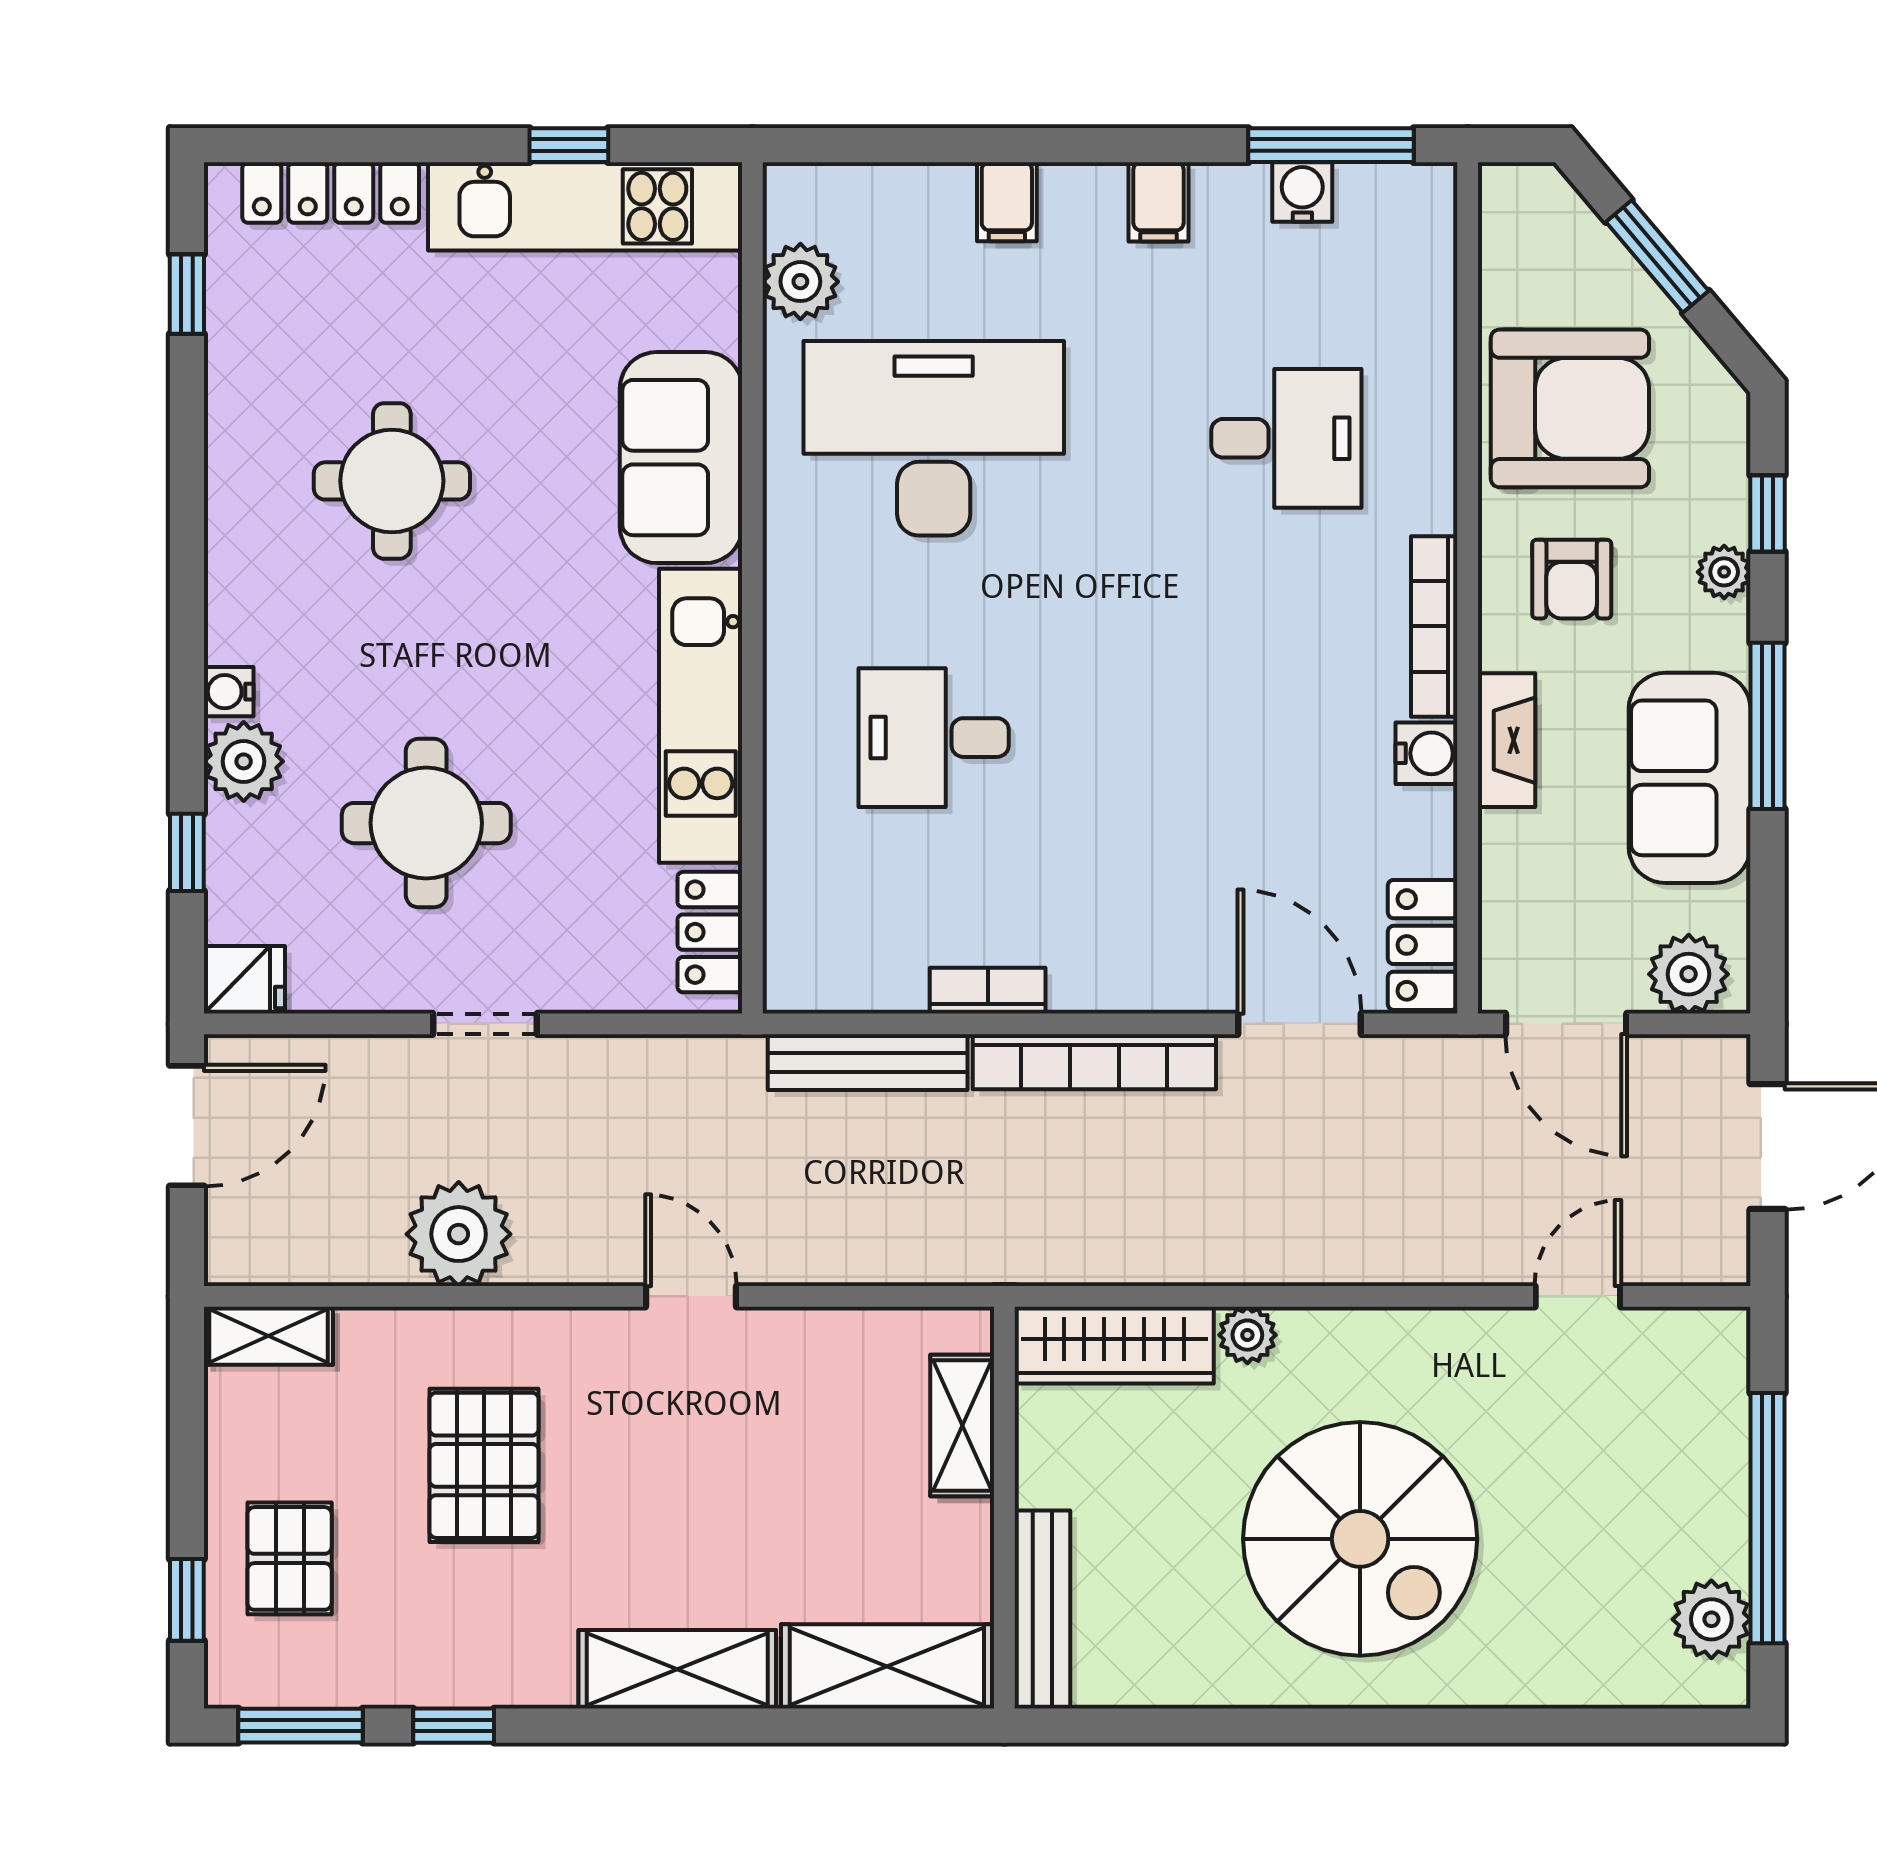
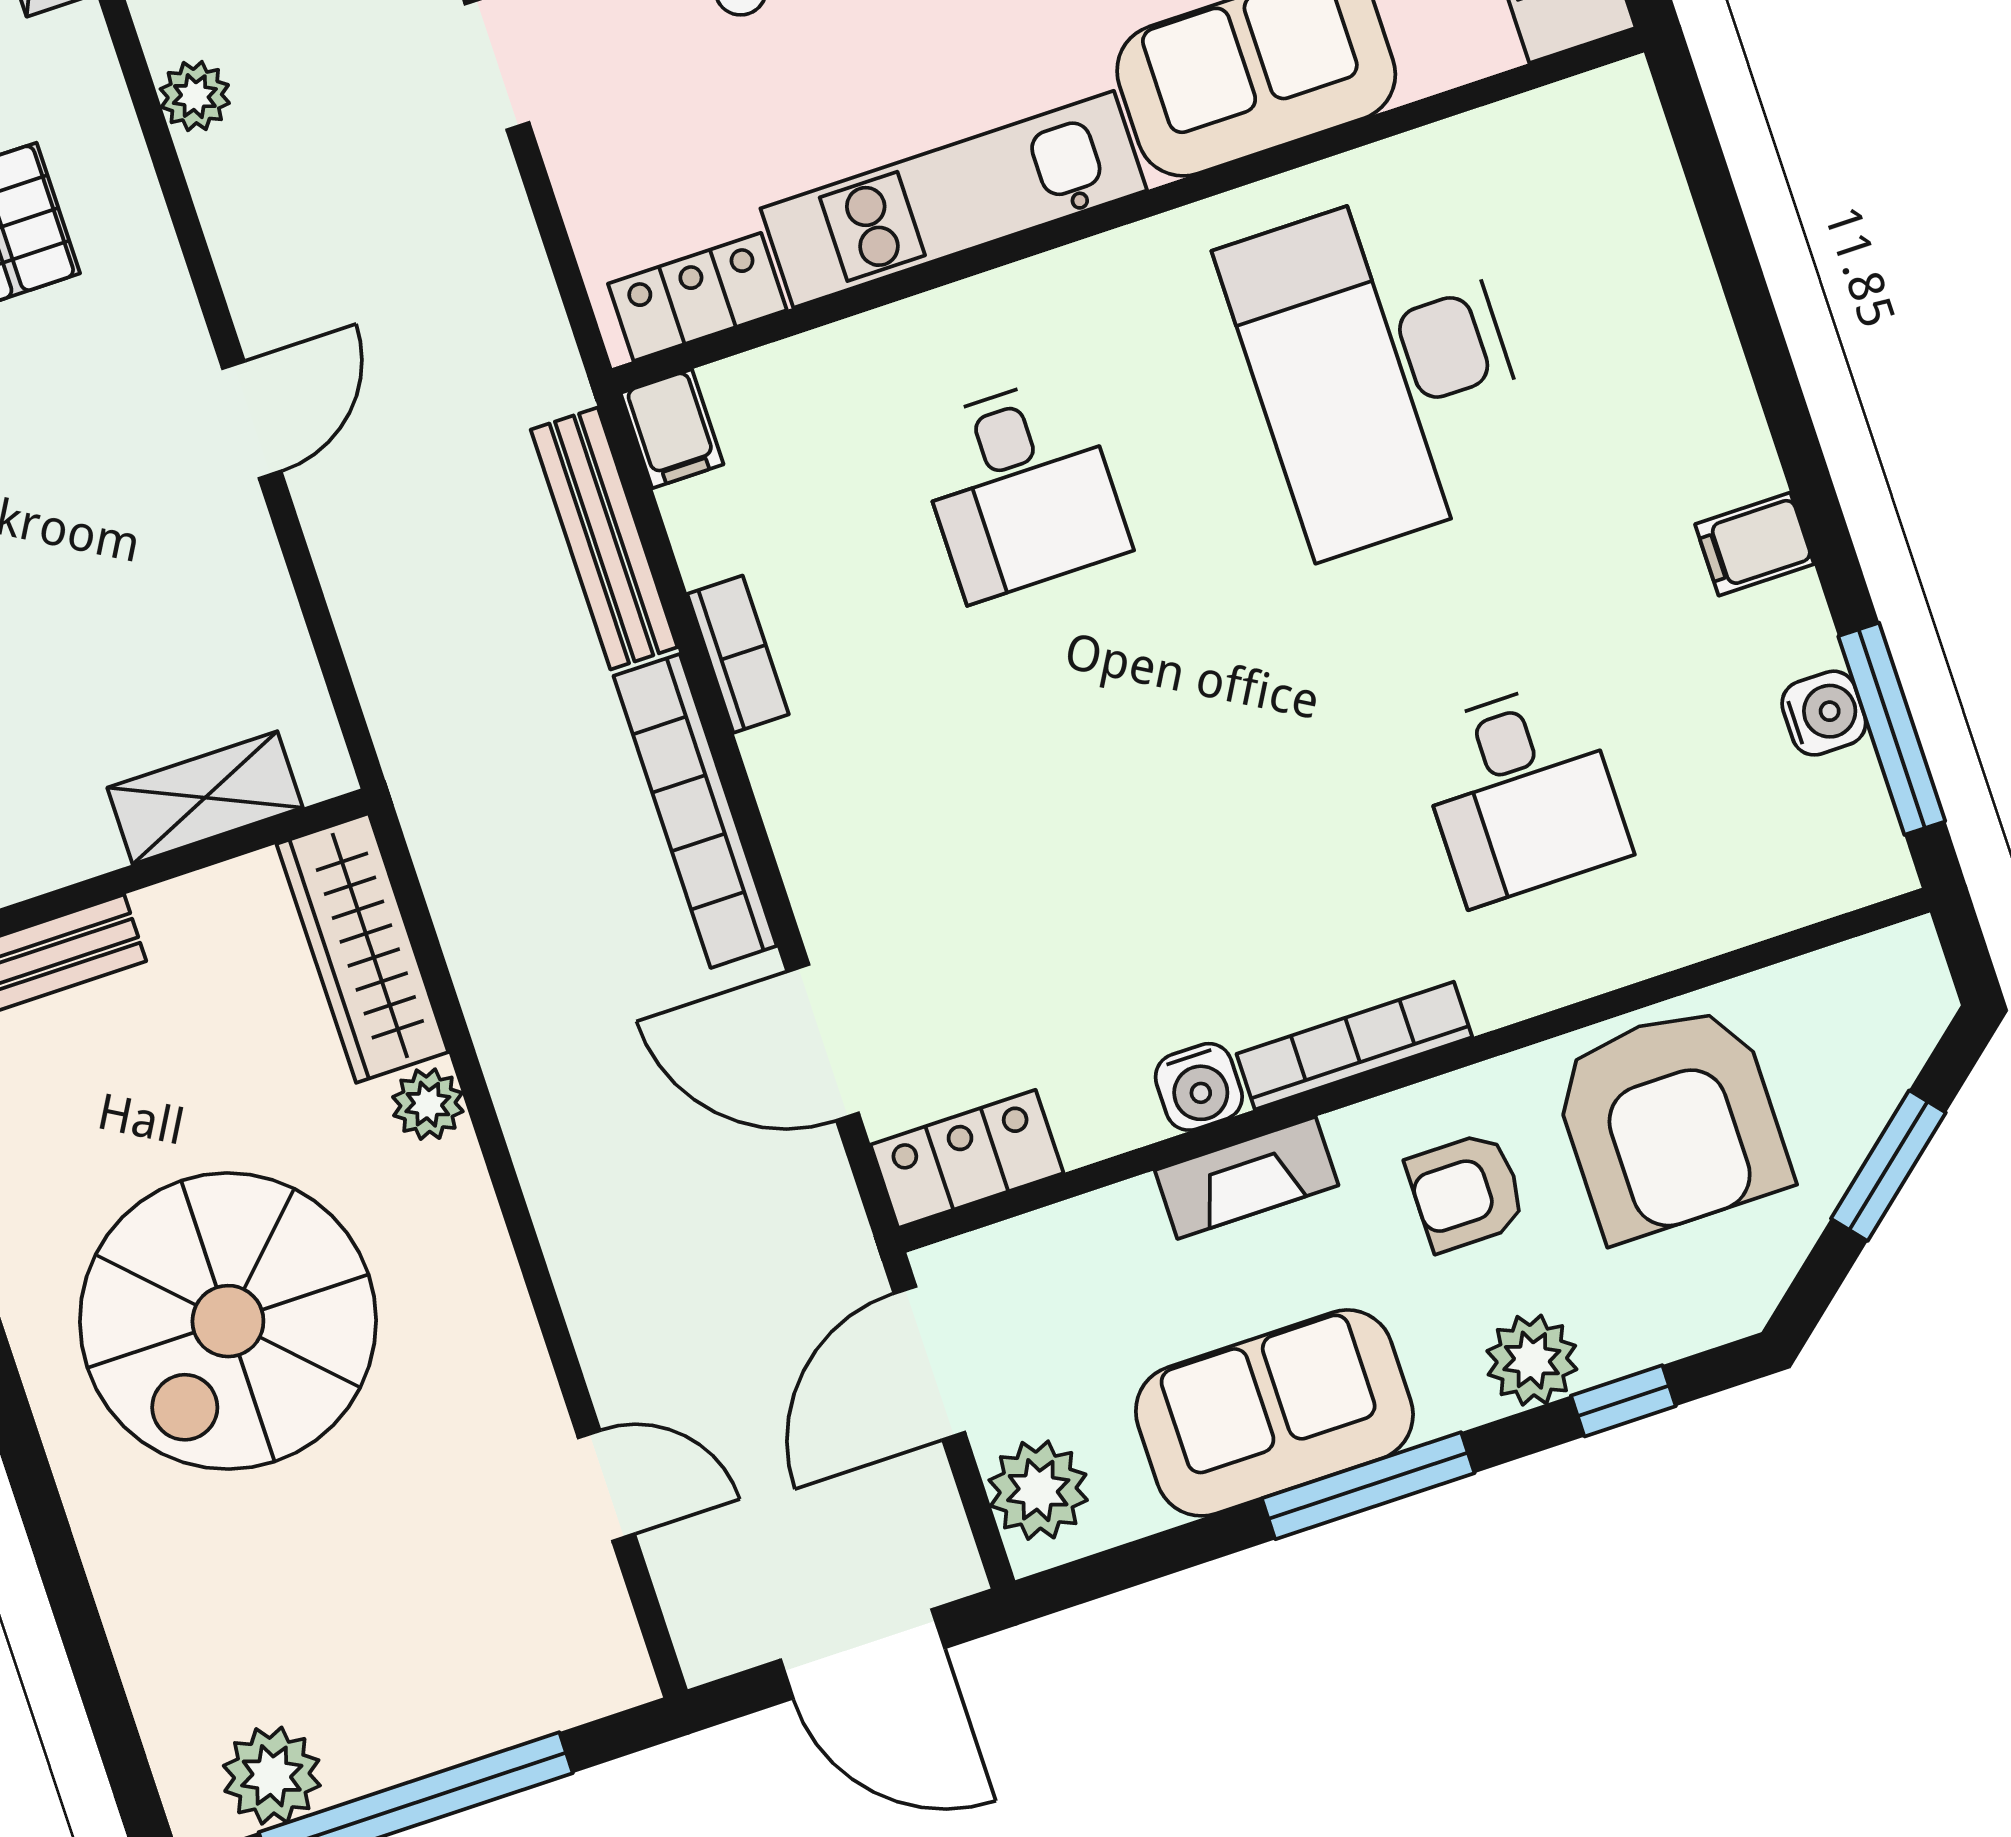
filing cabinet: (1007, 202) -> (672, 429), moved, turned -90
plant: (800, 282) -> (1516, 146), removed
desk: (934, 438) -> (1380, 368), turned 180
plant: (1724, 572) -> (1532, 1360), width x1.38, depth x1.38
desk: (934, 738) -> (1021, 488), turned 180
door: (1299, 1024) -> (823, 1042), swing flipped
plant: (459, 1234) -> (195, 96), width x0.53, depth x0.53

